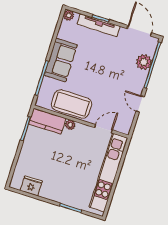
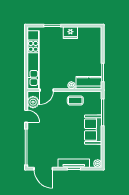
plant: (144, 62) -> (33, 102), moved
coffee table: (71, 104) -> (75, 100), width x0.54, depth x0.58
fridge: (31, 186) -> (70, 33), moved

